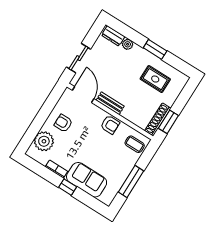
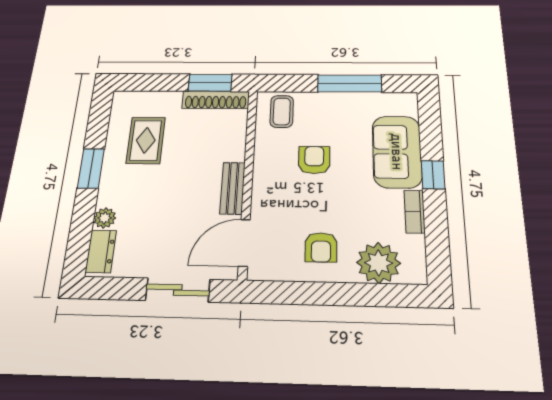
armchair: (110, 125) -> (314, 160), moved

